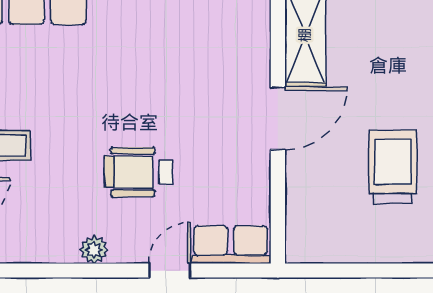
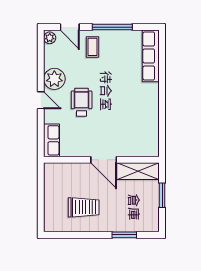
plant: (94, 250) -> (54, 79), width x1.88, depth x1.88
door: (170, 271) -> (41, 100), moved

